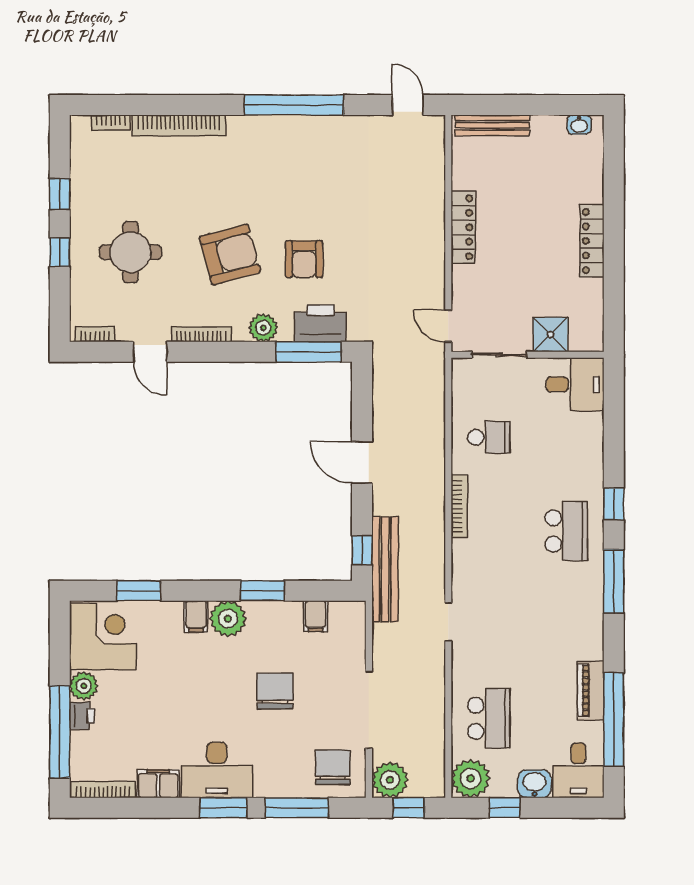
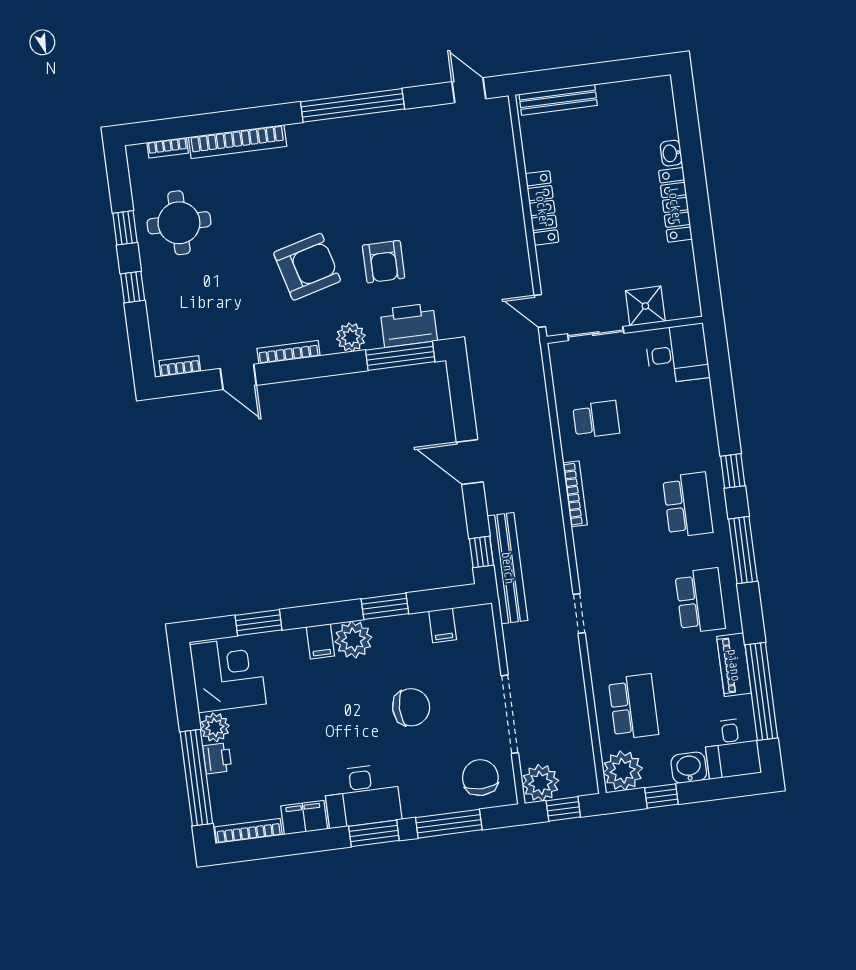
washbasin: (579, 125) -> (671, 153), moved, turned 90
round table: (131, 252) -> (179, 223), moved
school desk: (566, 625) -> (700, 601), added
chair: (275, 691) -> (411, 707), turned 90

